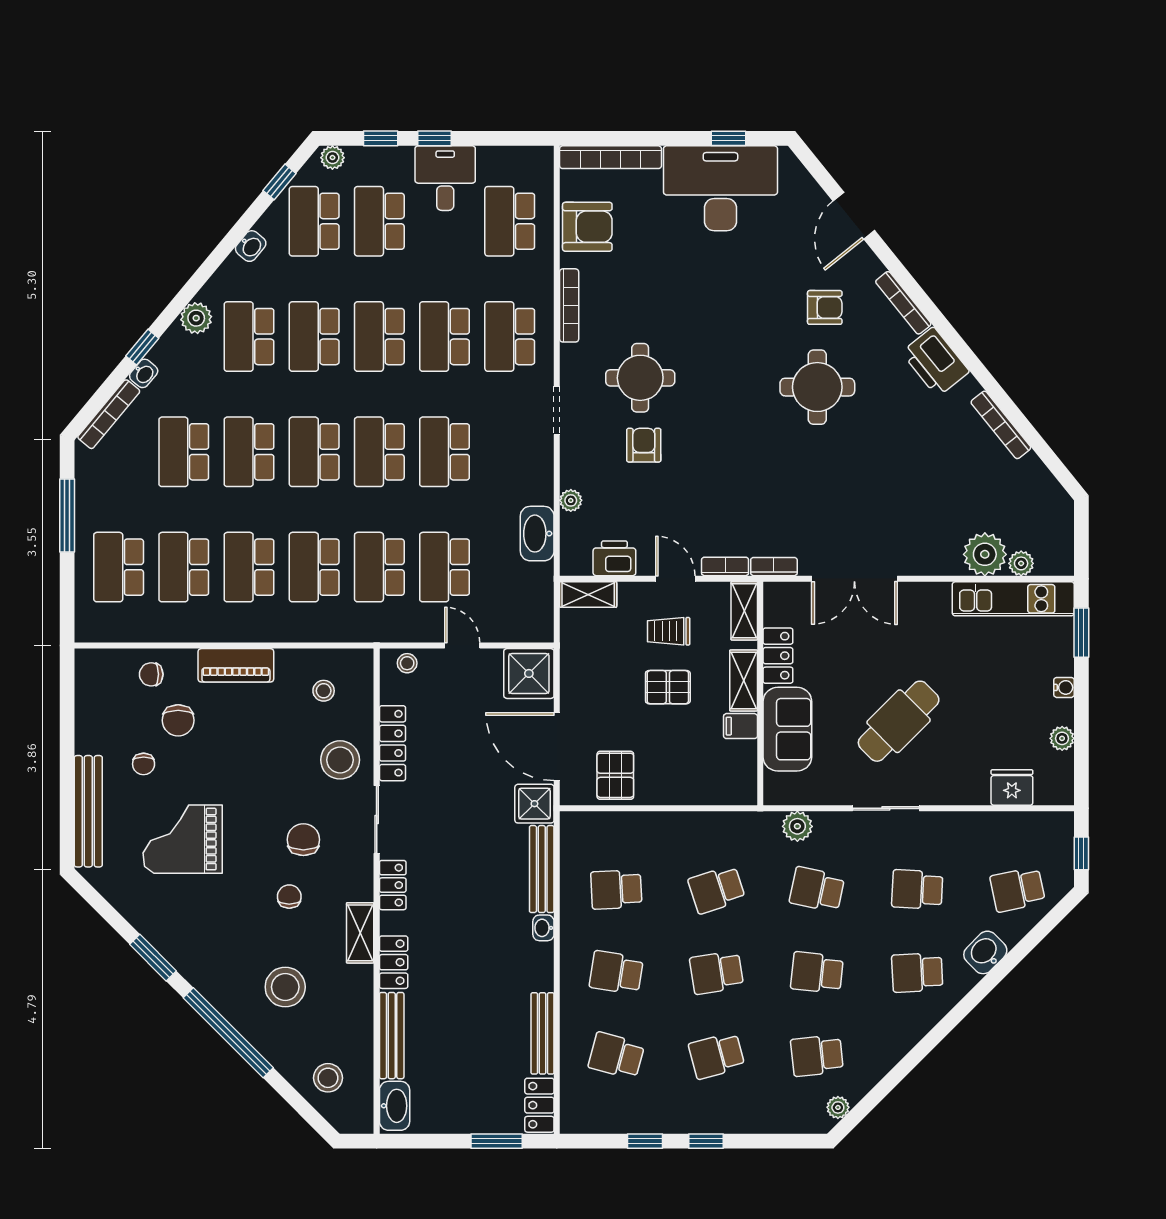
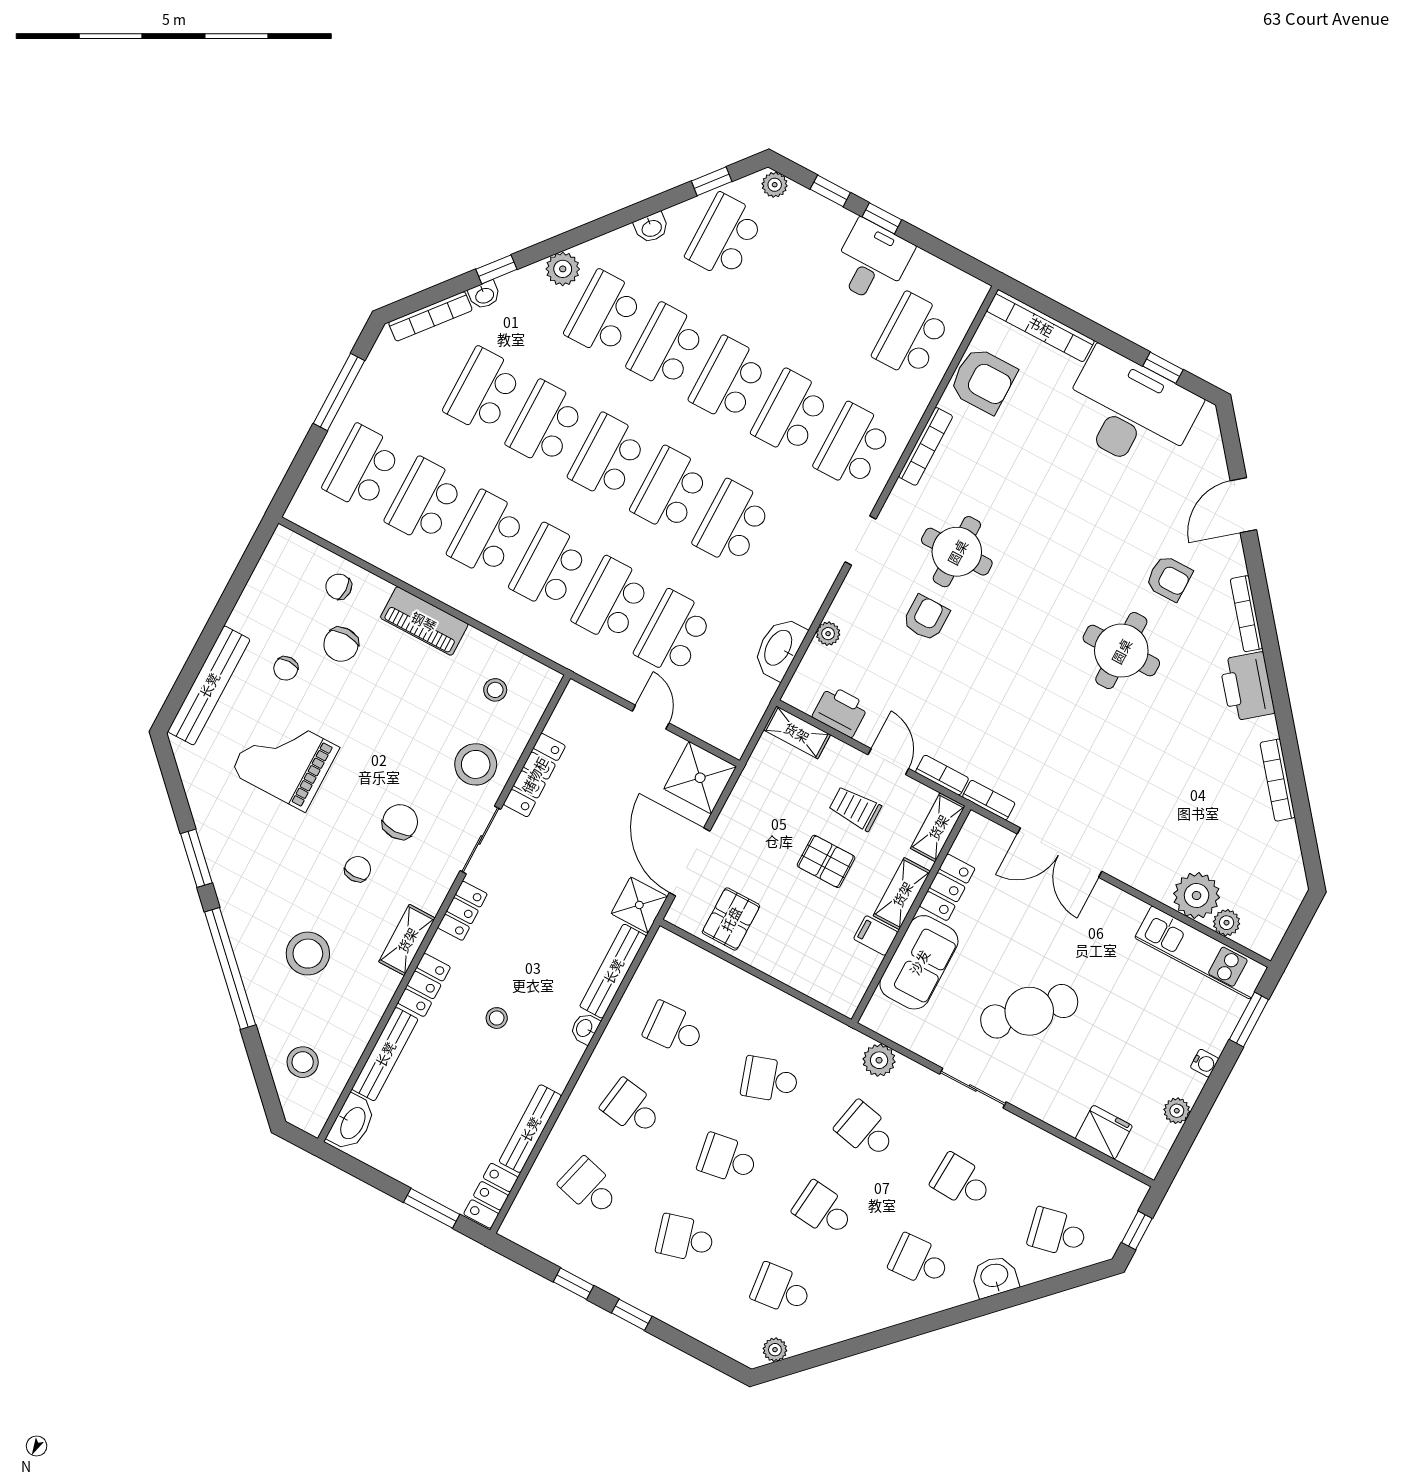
school desk: (379, 221) -> (787, 269), removed
stool: (407, 663) -> (497, 1018), moved

